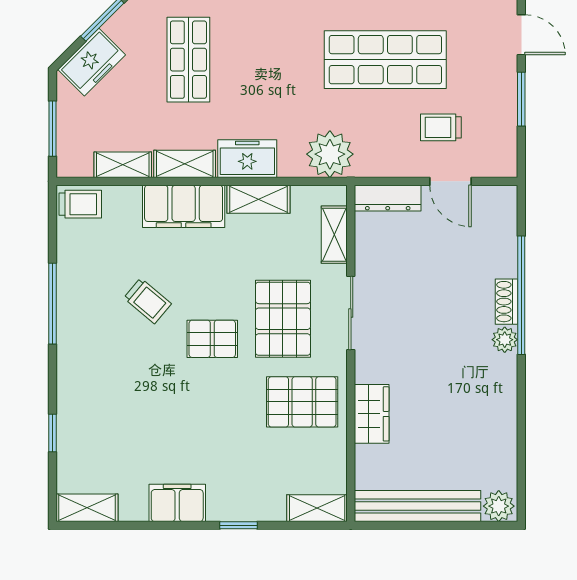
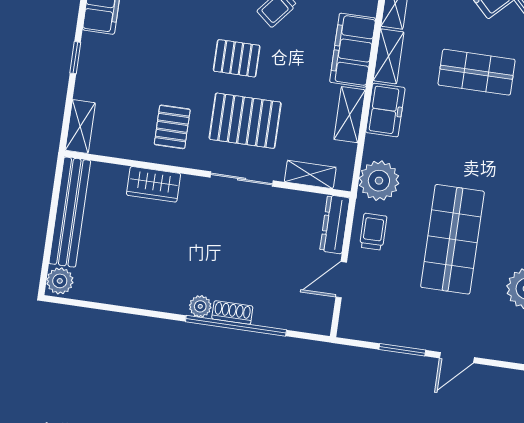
trolley: (441, 127) -> (373, 232), moved
pallet: (212, 339) -> (237, 58), turned 90
pallet: (302, 402) -> (172, 127), width x0.67, depth x0.71

